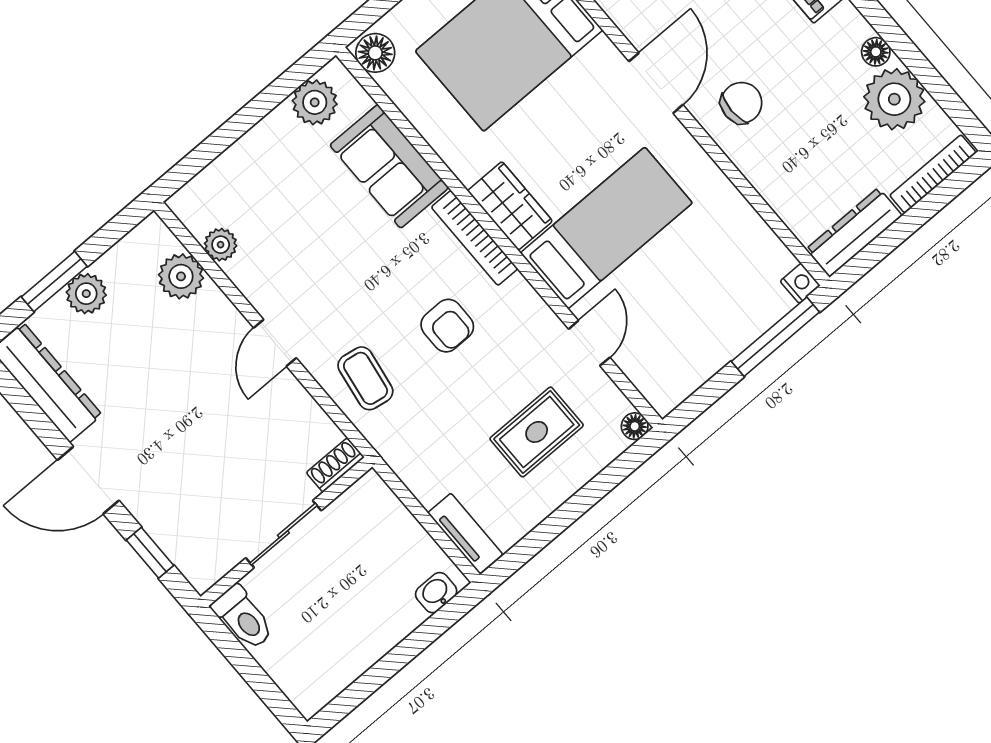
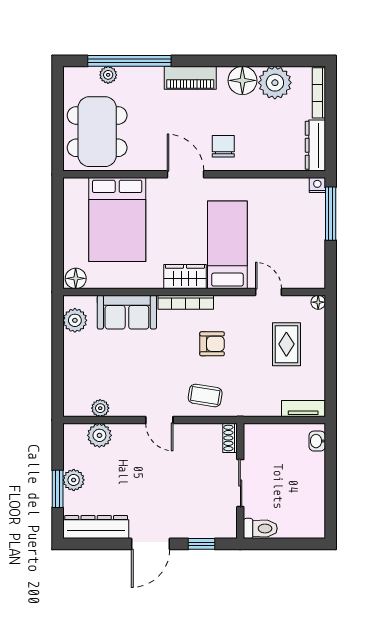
floor lamp: (876, 52) -> (242, 80), width x1.89, depth x1.89

